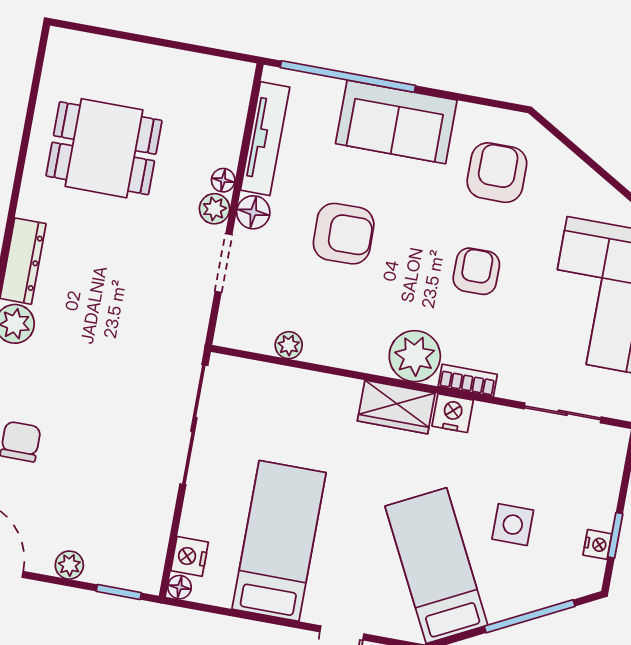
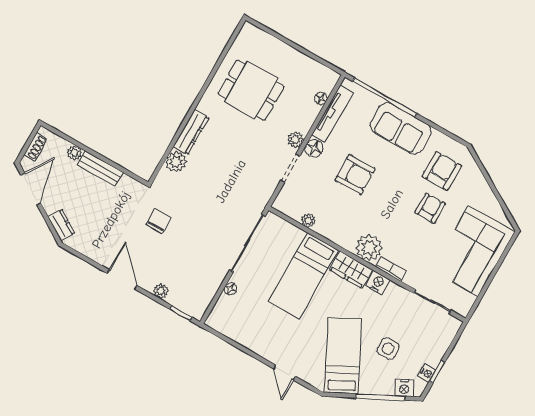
floor lamp: (223, 180) -> (321, 99), moved
armchair: (476, 271) -> (430, 208), moved
bed: (279, 541) -> (303, 276), moved, turned 180
nightstand: (190, 556) -> (404, 388), moved, turned -117
floor lamp: (180, 587) -> (230, 289), moved

